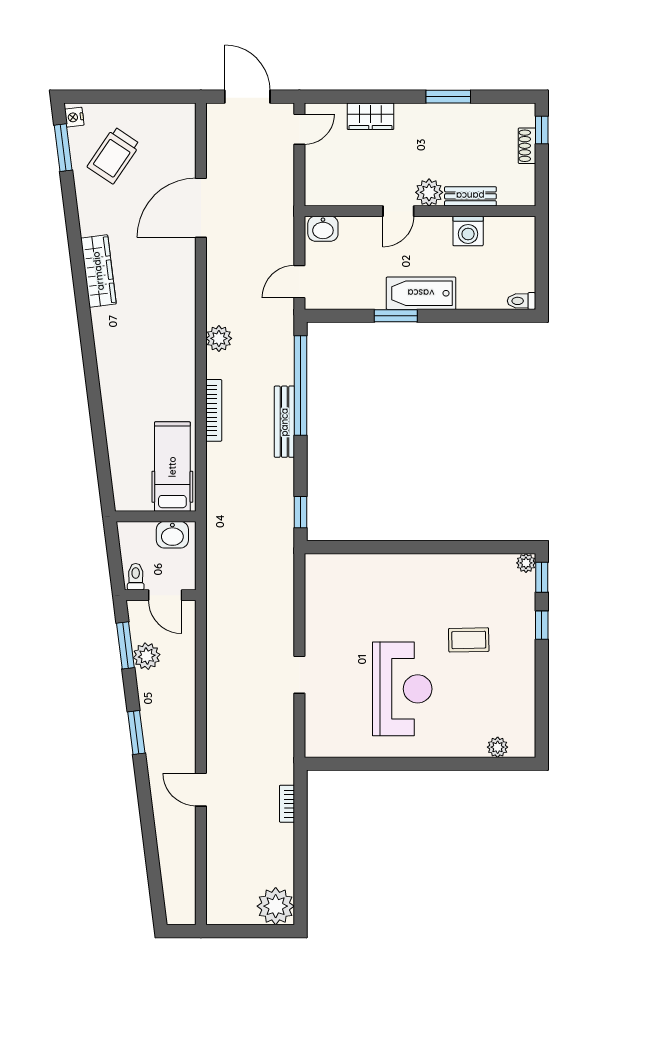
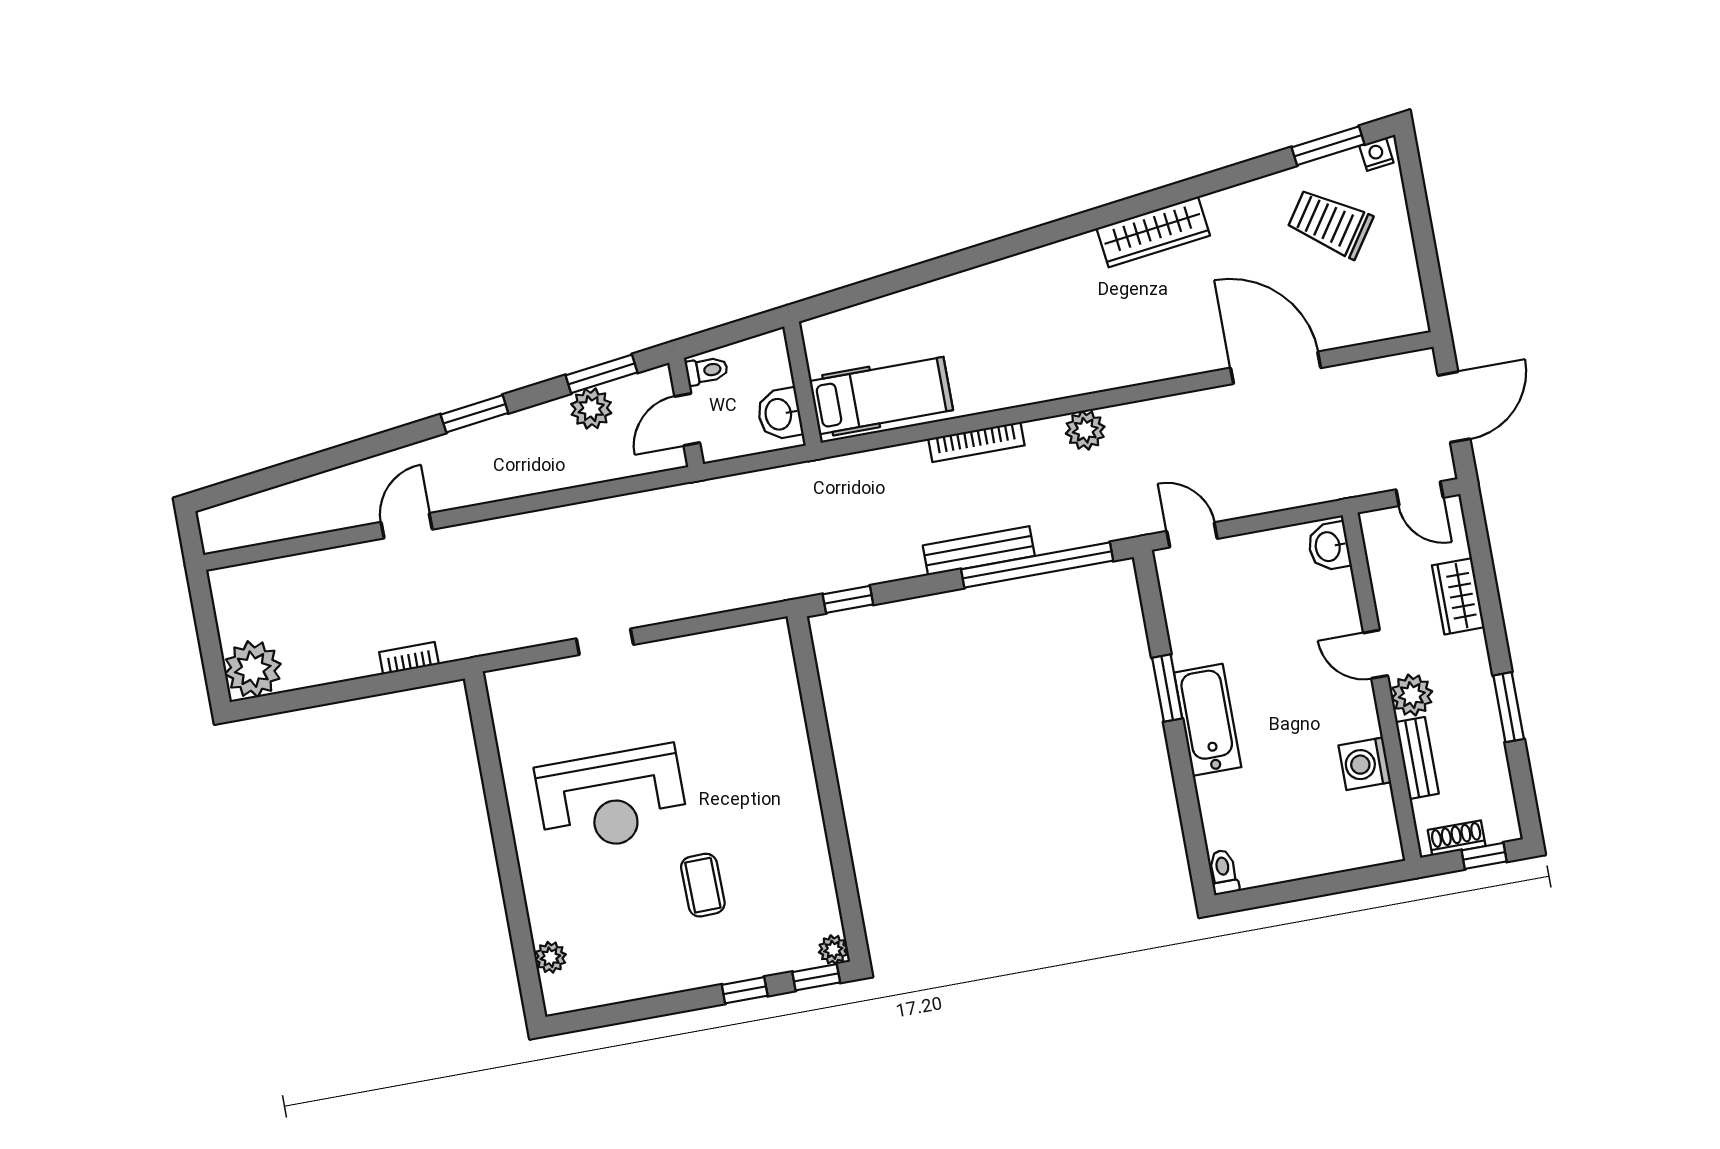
plant: (429, 192) -> (1412, 695), moved
bench: (470, 196) -> (1417, 758), moved
door: (398, 211) -> (1376, 654), moved
wall: (420, 211) -> (1381, 687), moved
washbasin: (323, 229) -> (1329, 546), moved
washing machine: (468, 231) -> (1365, 764), moved

